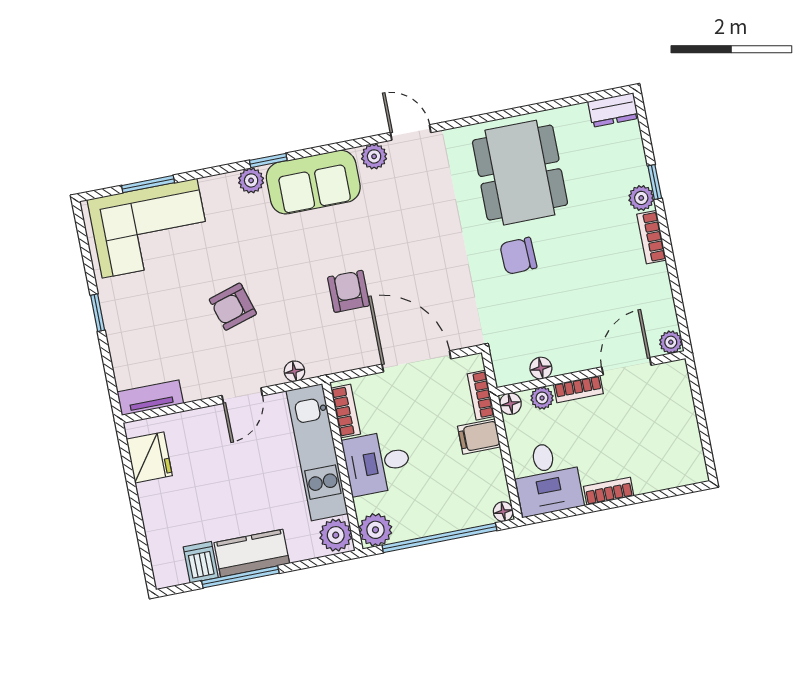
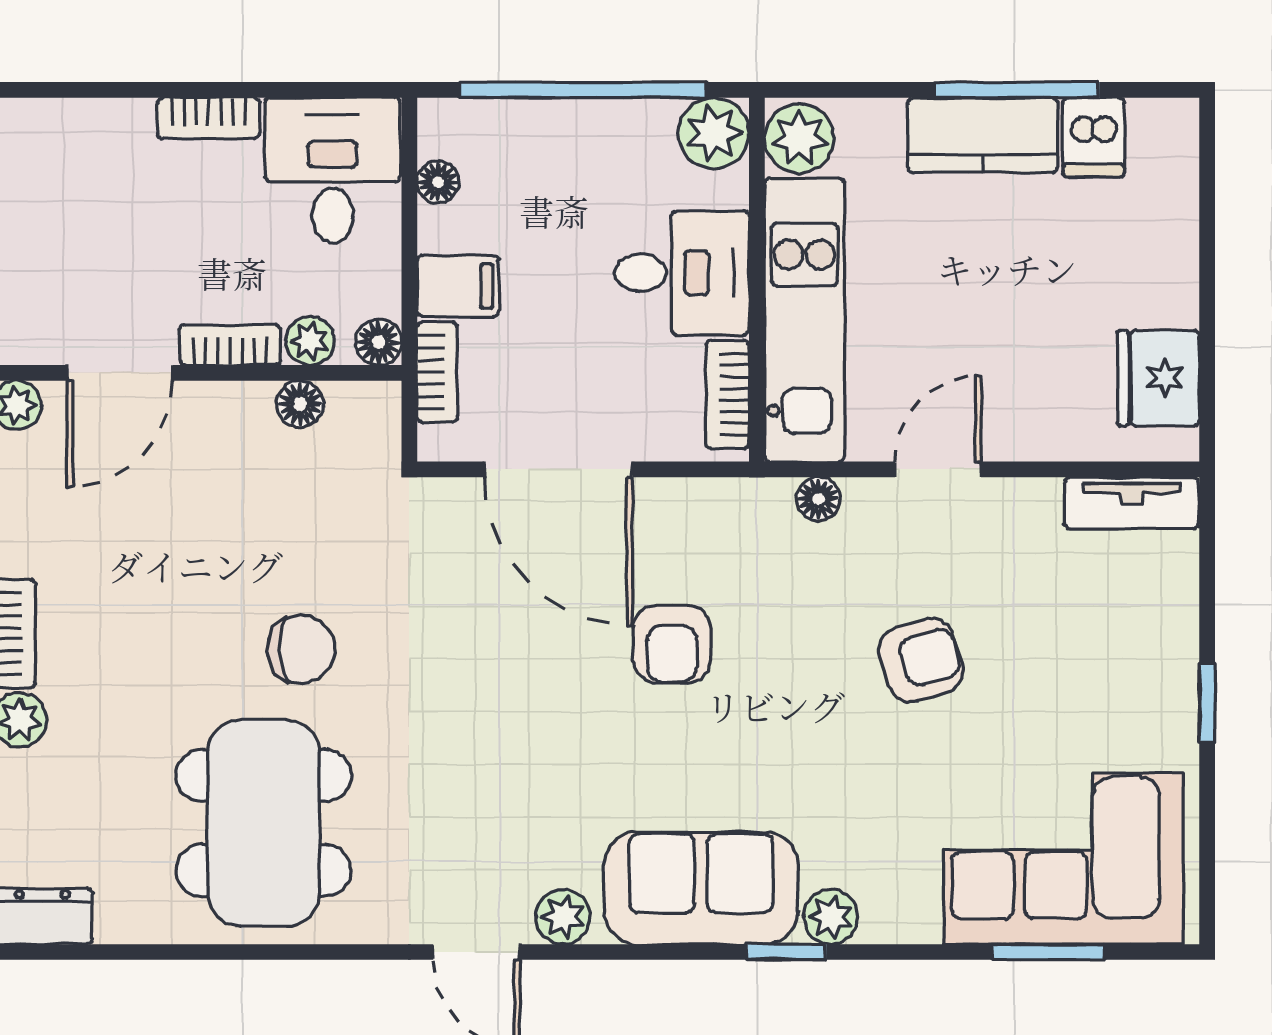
floor lamp: (503, 512) -> (438, 182), moved

